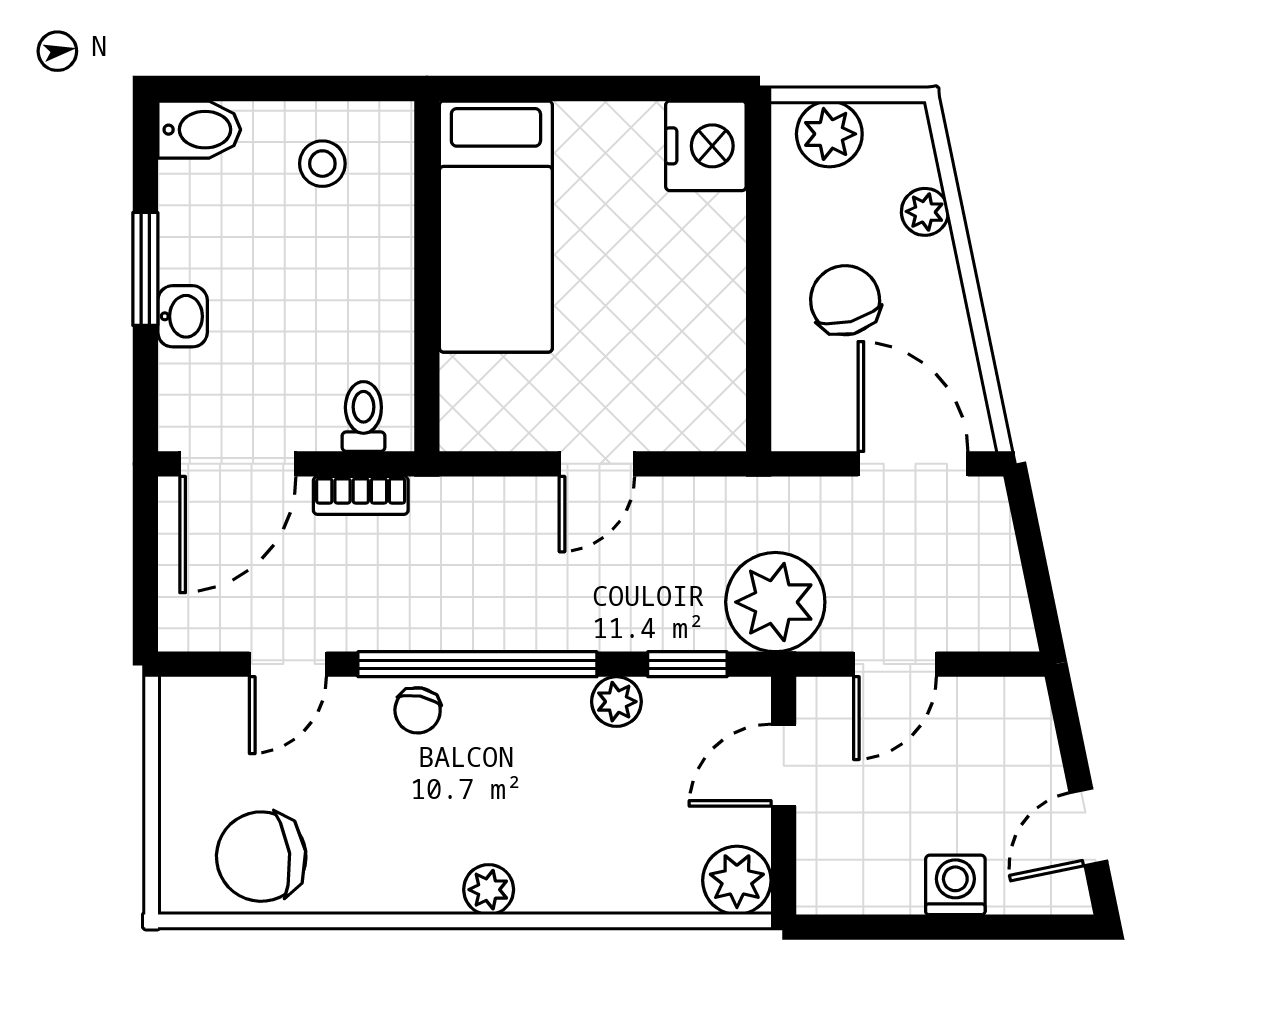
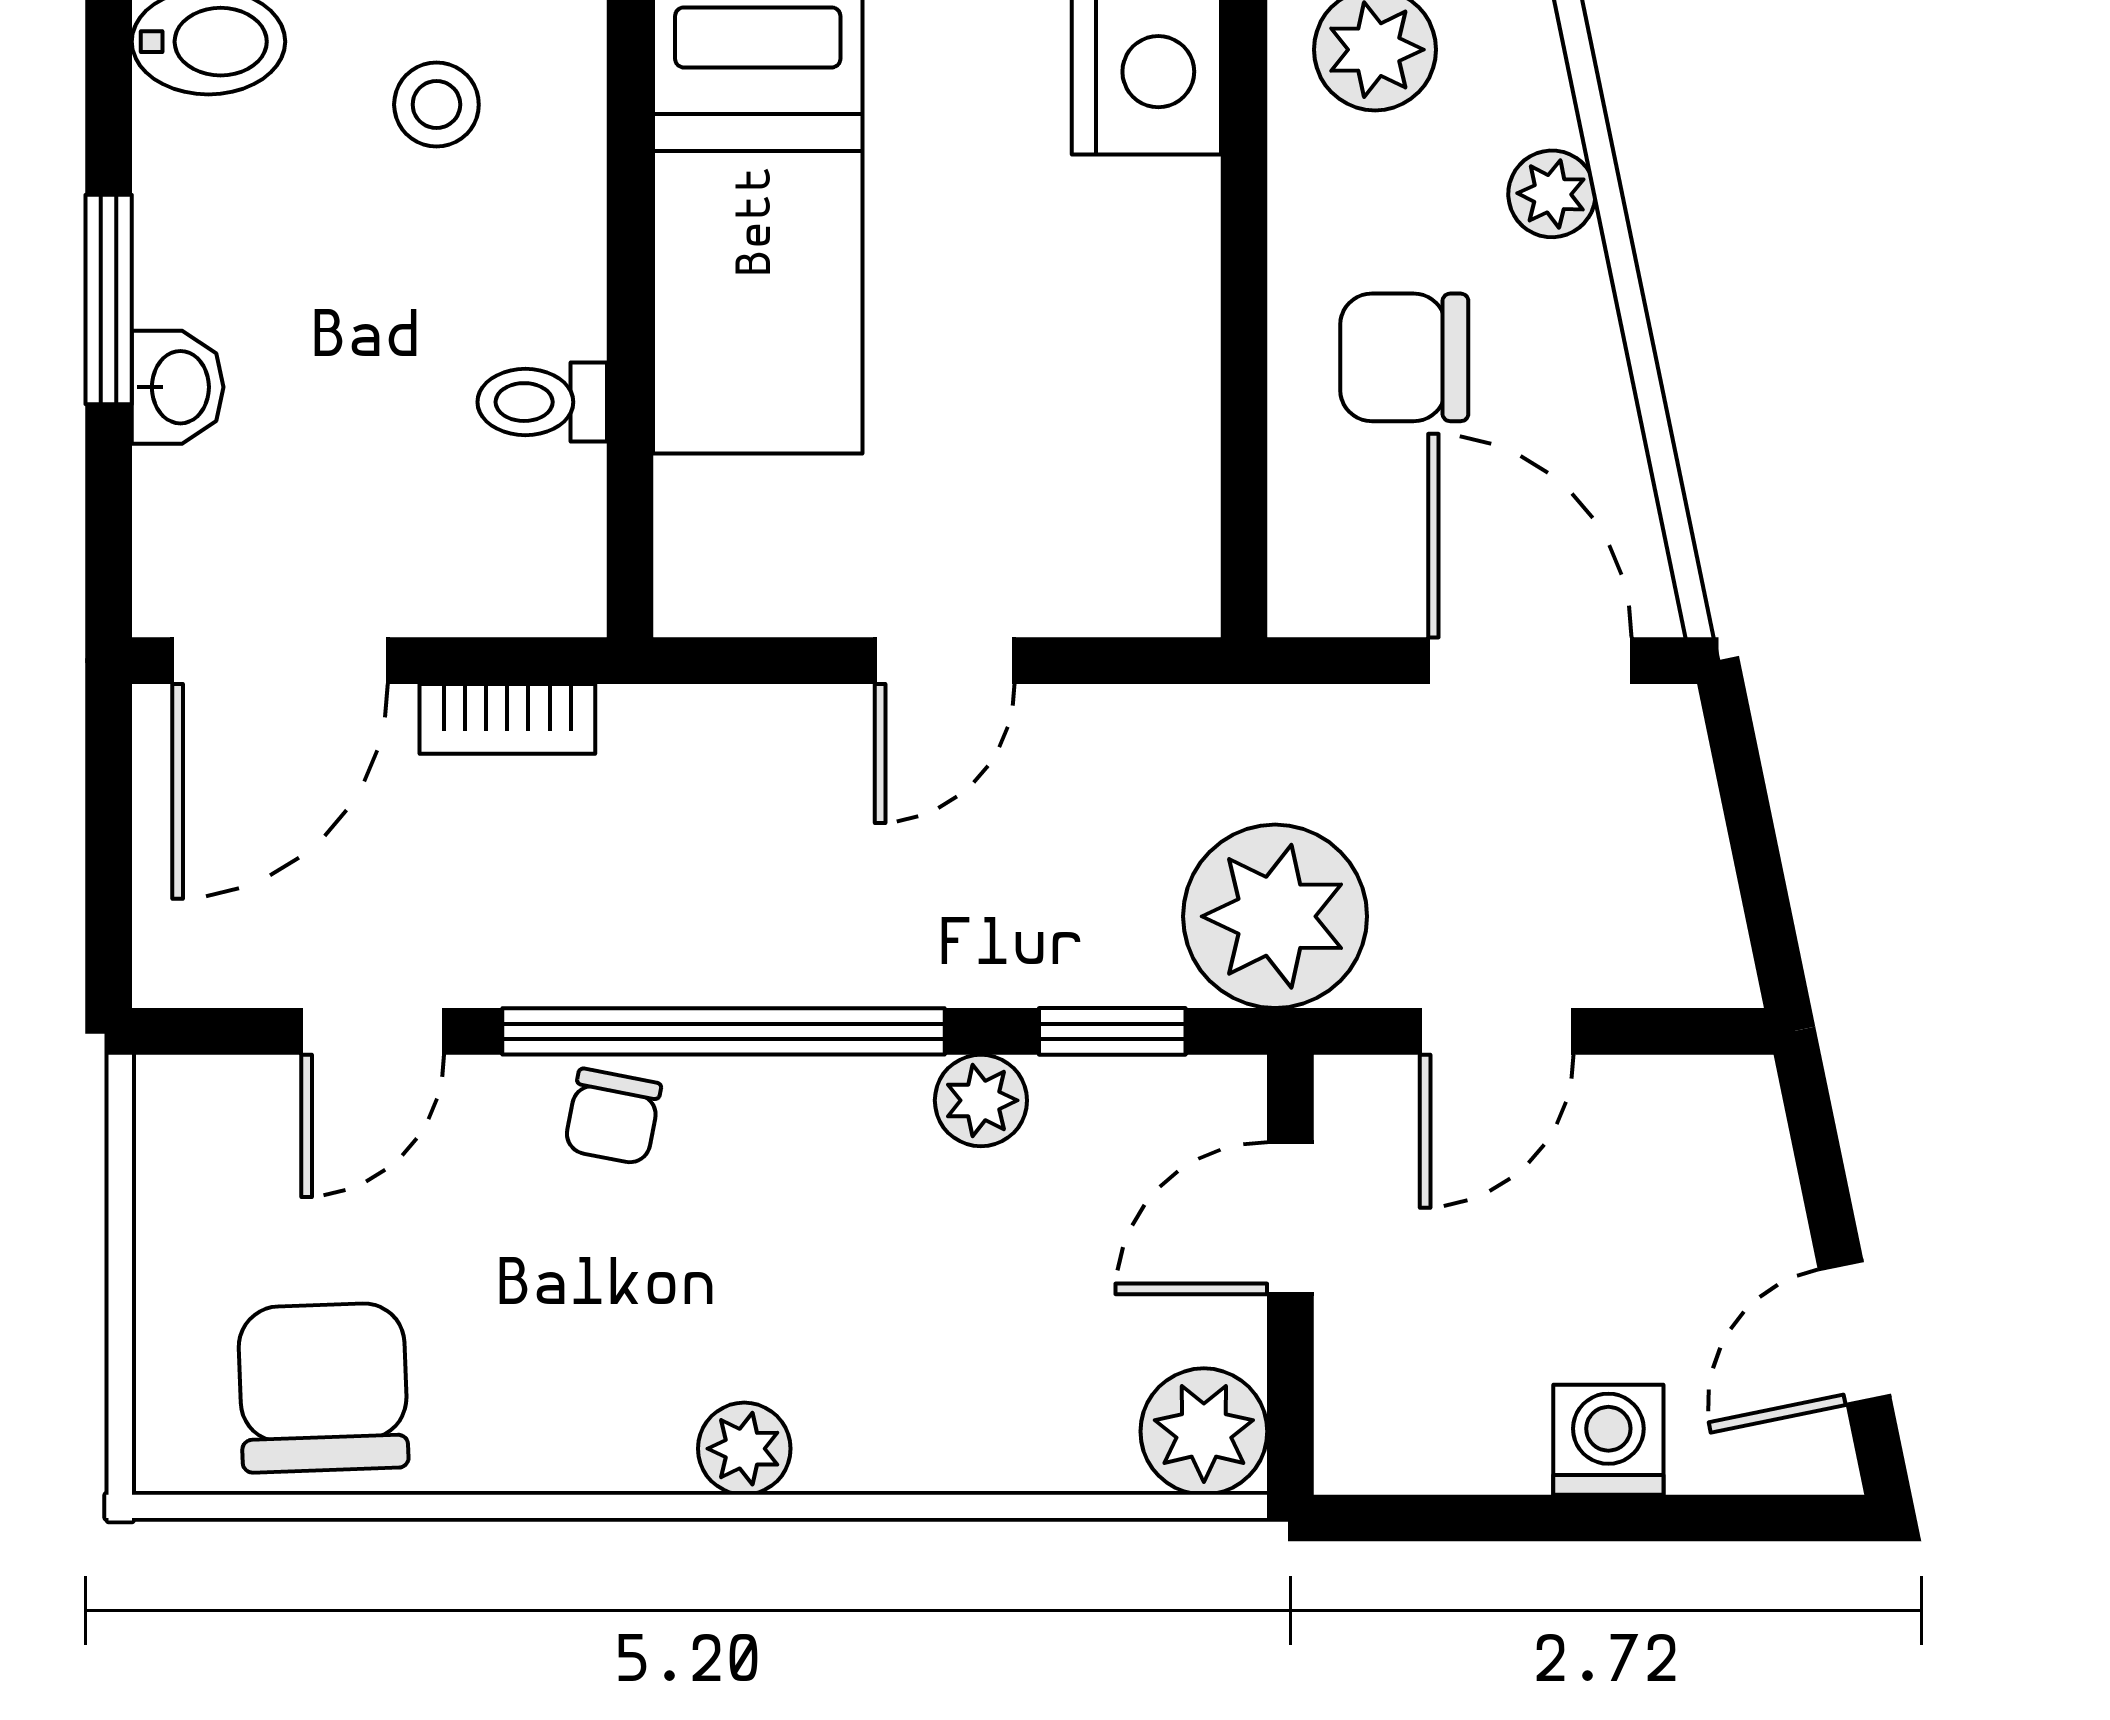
chair: (845, 300) -> (1404, 357), turned -75
toilet: (363, 417) -> (542, 402), moved, turned -90
chair: (261, 857) -> (323, 1388), turned 95

